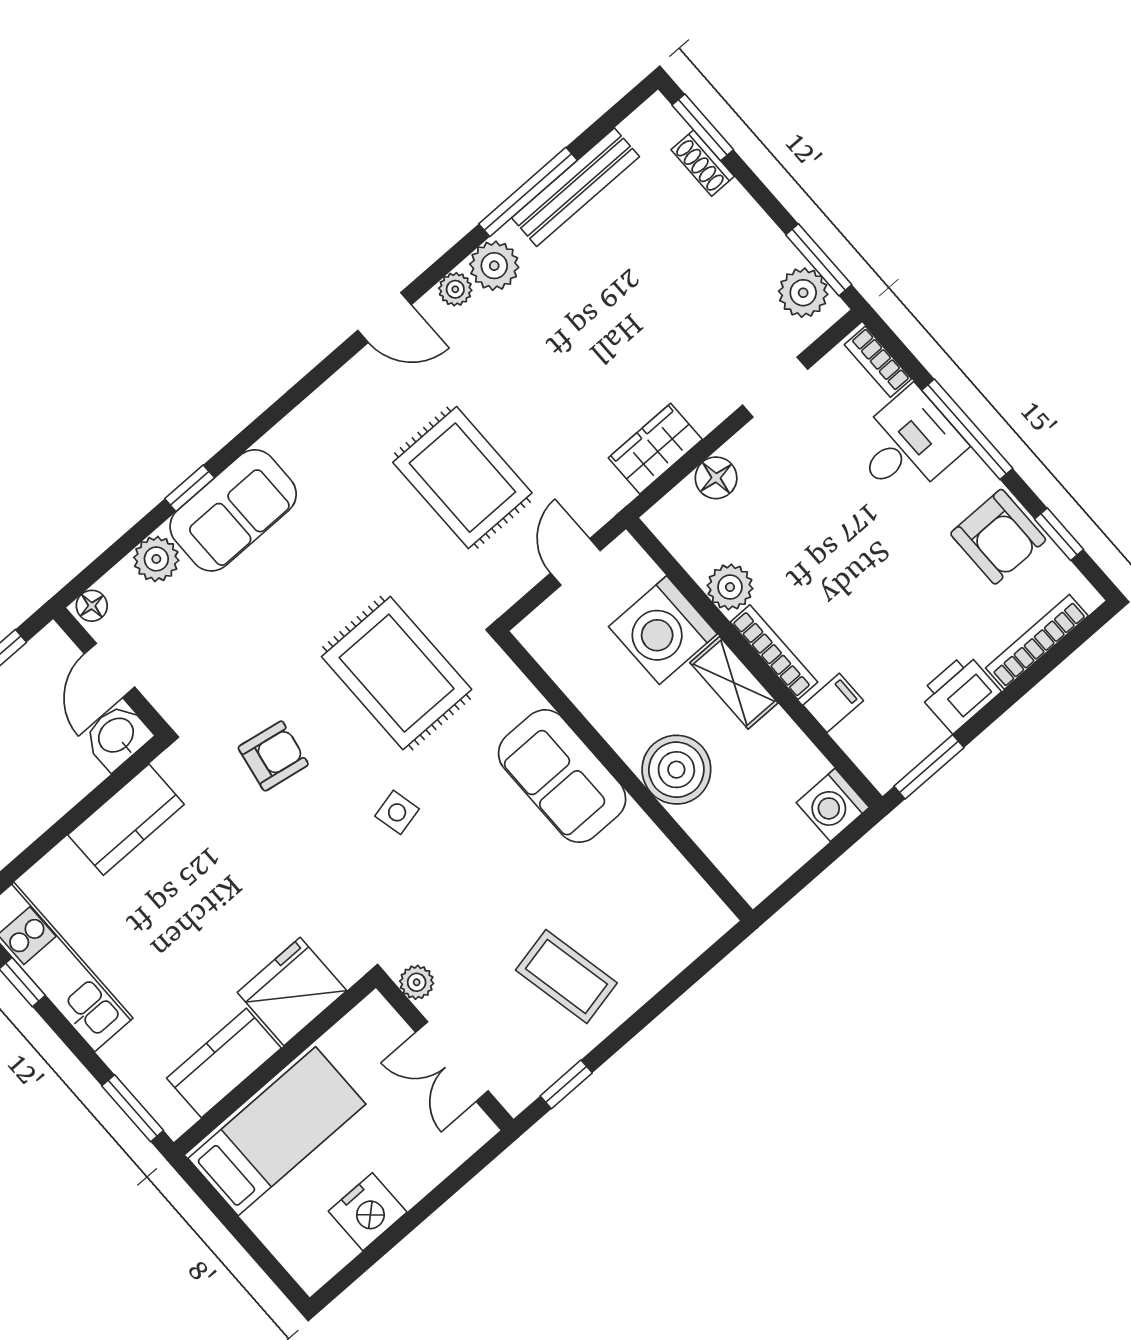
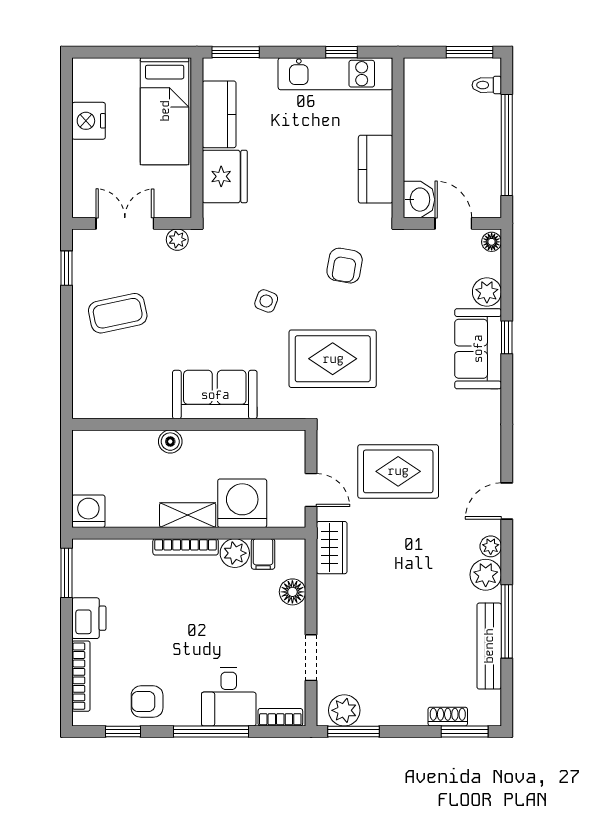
wardrobe: (655, 449) -> (332, 548), moved
armchair: (998, 537) -> (147, 702), width x0.72, depth x0.72
filing cabinet: (833, 703) -> (263, 554), moved
boiler: (676, 770) -> (170, 442), width x0.54, depth x0.54
side table: (397, 812) -> (266, 301), turned 34

